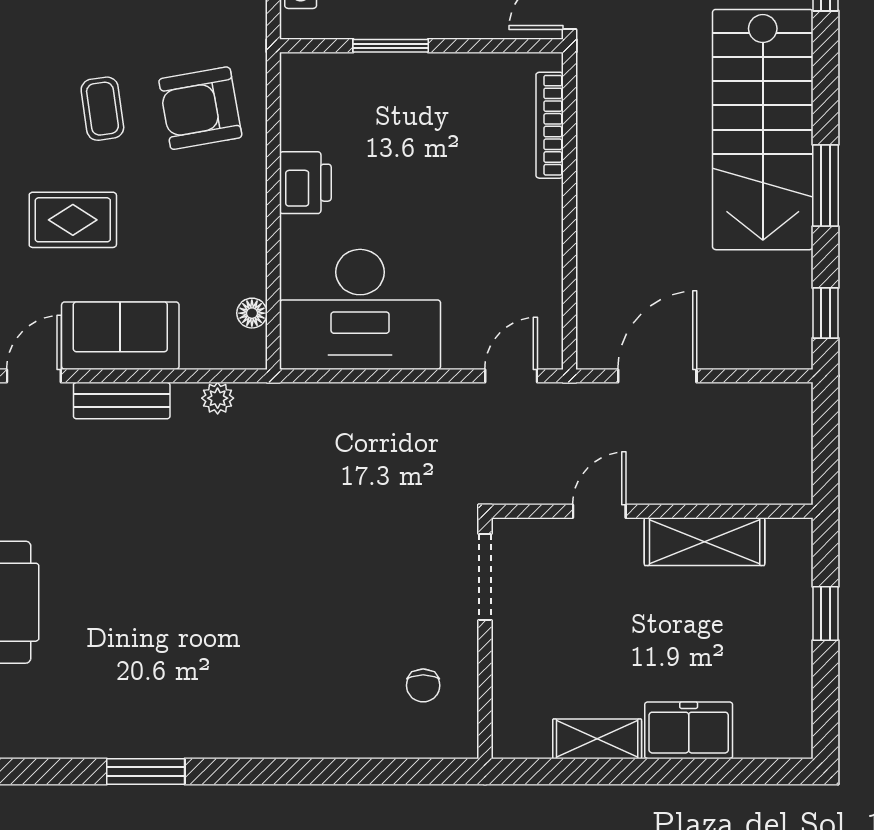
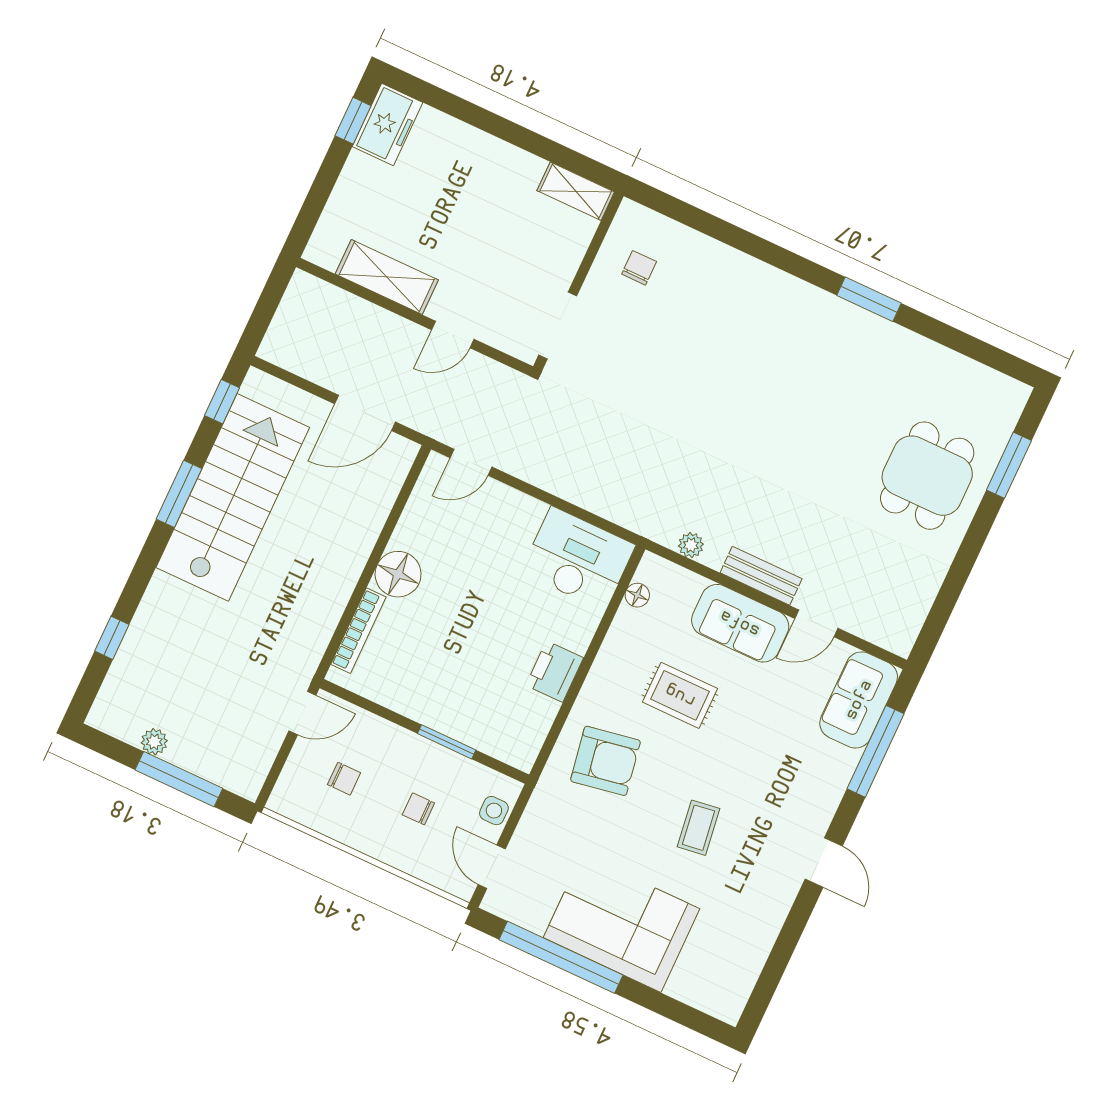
coffee table: (102, 109) -> (698, 828), moved
stairs: (763, 130) -> (233, 497), moved
floor lamp: (535, 210) -> (398, 574), added
rug: (73, 220) -> (680, 695), moved
desk: (360, 309) -> (578, 559), width x0.73, depth x0.77
window: (826, 614) -> (353, 121), moved
freezer: (689, 730) -> (388, 125), moved, turned -90
shelving: (597, 739) -> (576, 191), moved

